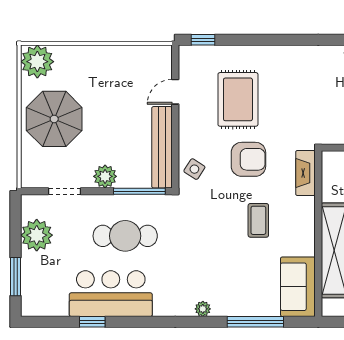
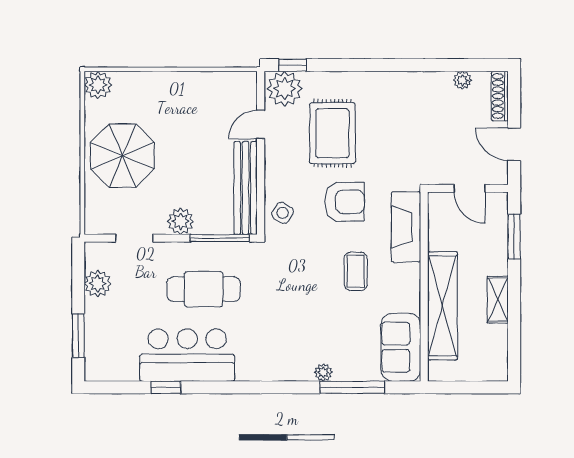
plant: (196, 60) -> (285, 89), added
plant: (37, 62) -> (98, 85), width x0.73, depth x0.73
fireplace: (305, 173) -> (406, 227), width x1.37, depth x1.32
plant: (37, 235) -> (98, 284), width x0.73, depth x0.73
plant: (203, 309) -> (323, 373), moved

